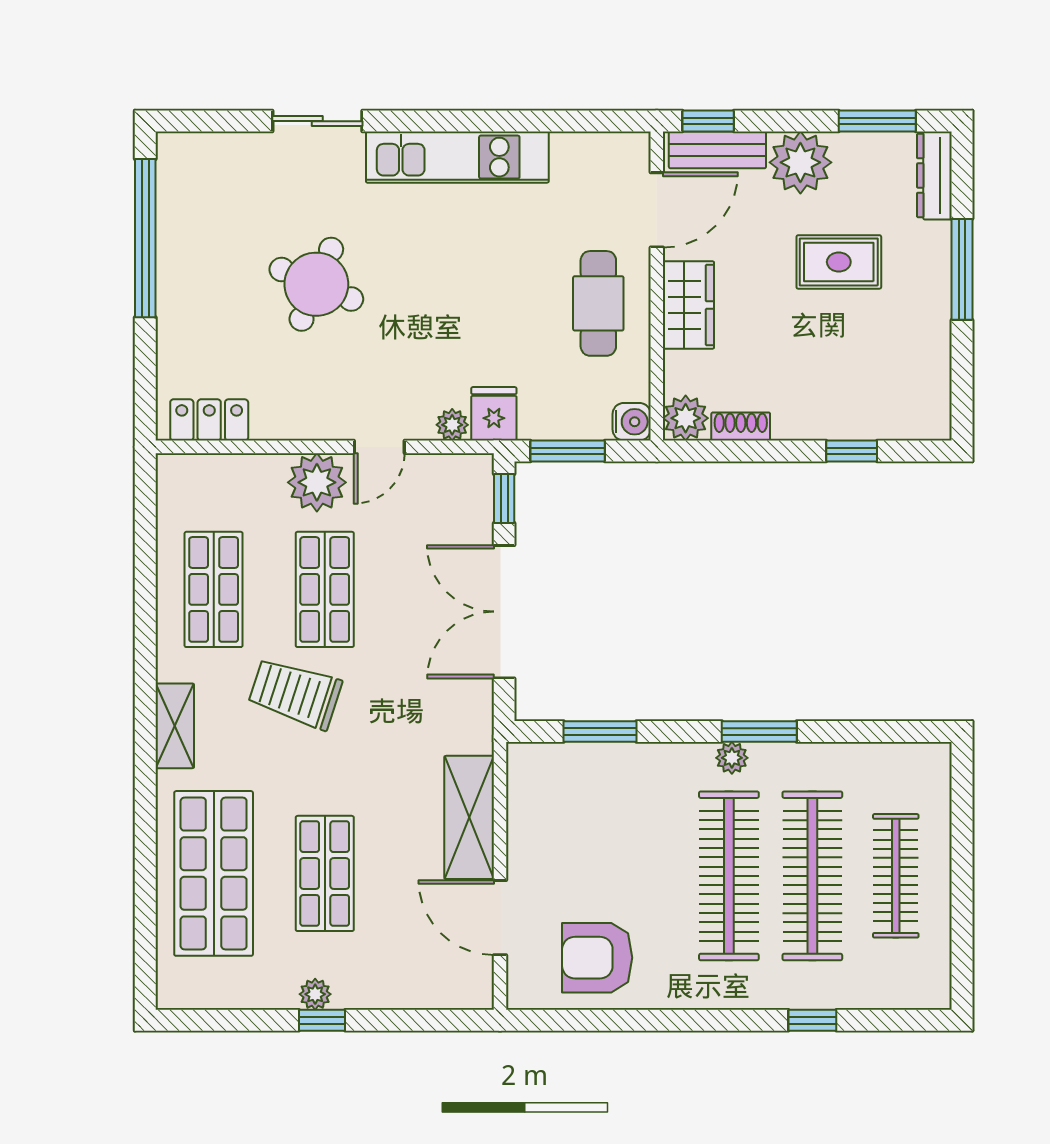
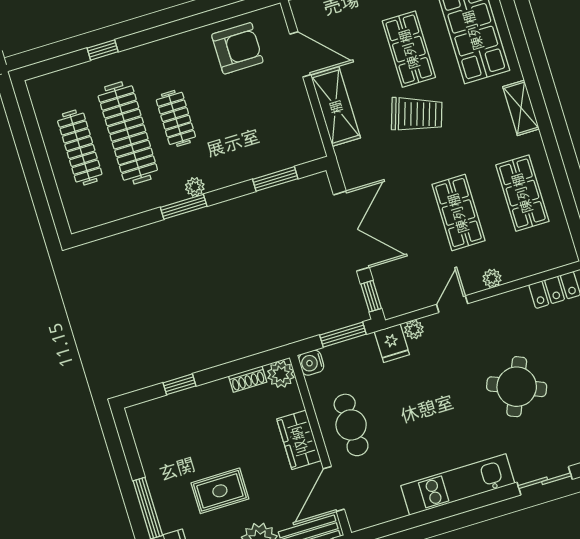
plant: (317, 482) -> (492, 278), width x0.53, depth x0.53
trolley: (295, 693) -> (417, 114), moved
clothes rail: (729, 876) -> (176, 118), width x0.54, depth x0.76

